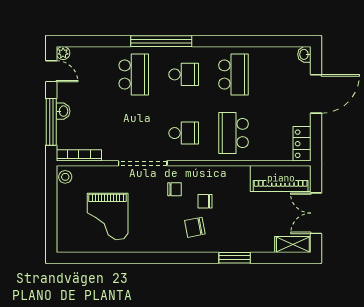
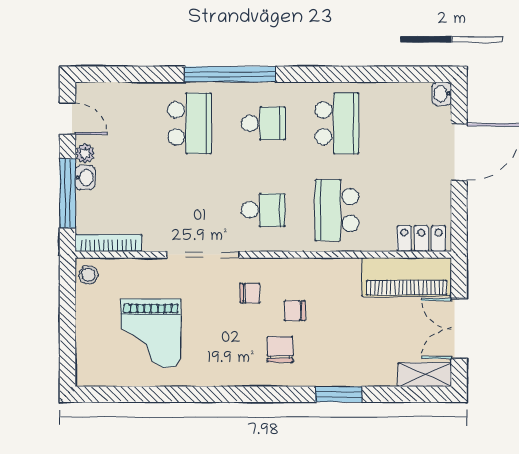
plant: (63, 53) -> (85, 153), moved
locker: (302, 144) -> (421, 239), moved, turned 90
chair: (195, 227) -> (280, 349), turned 101

